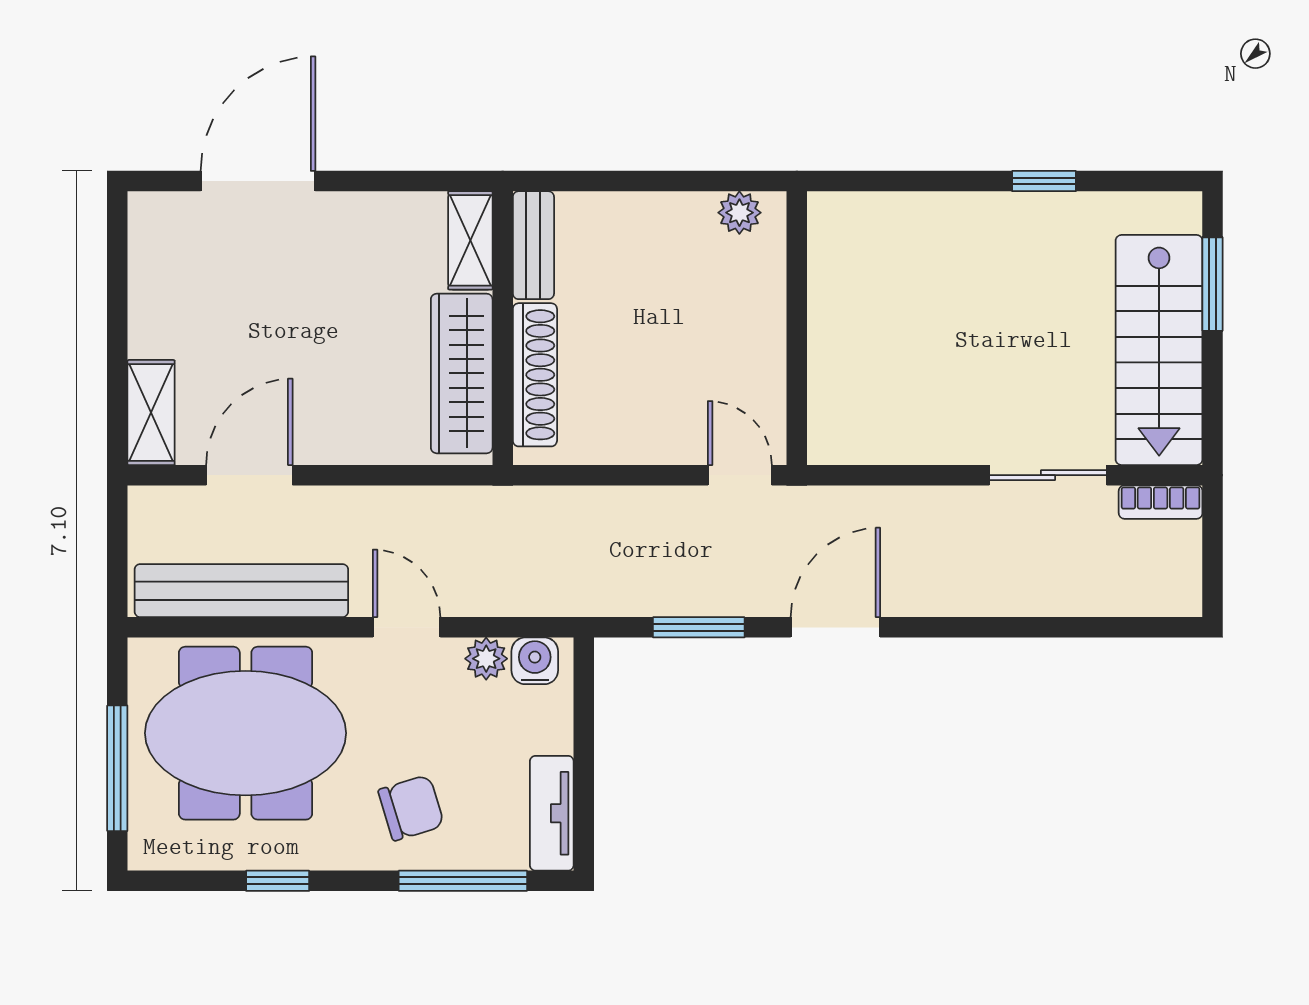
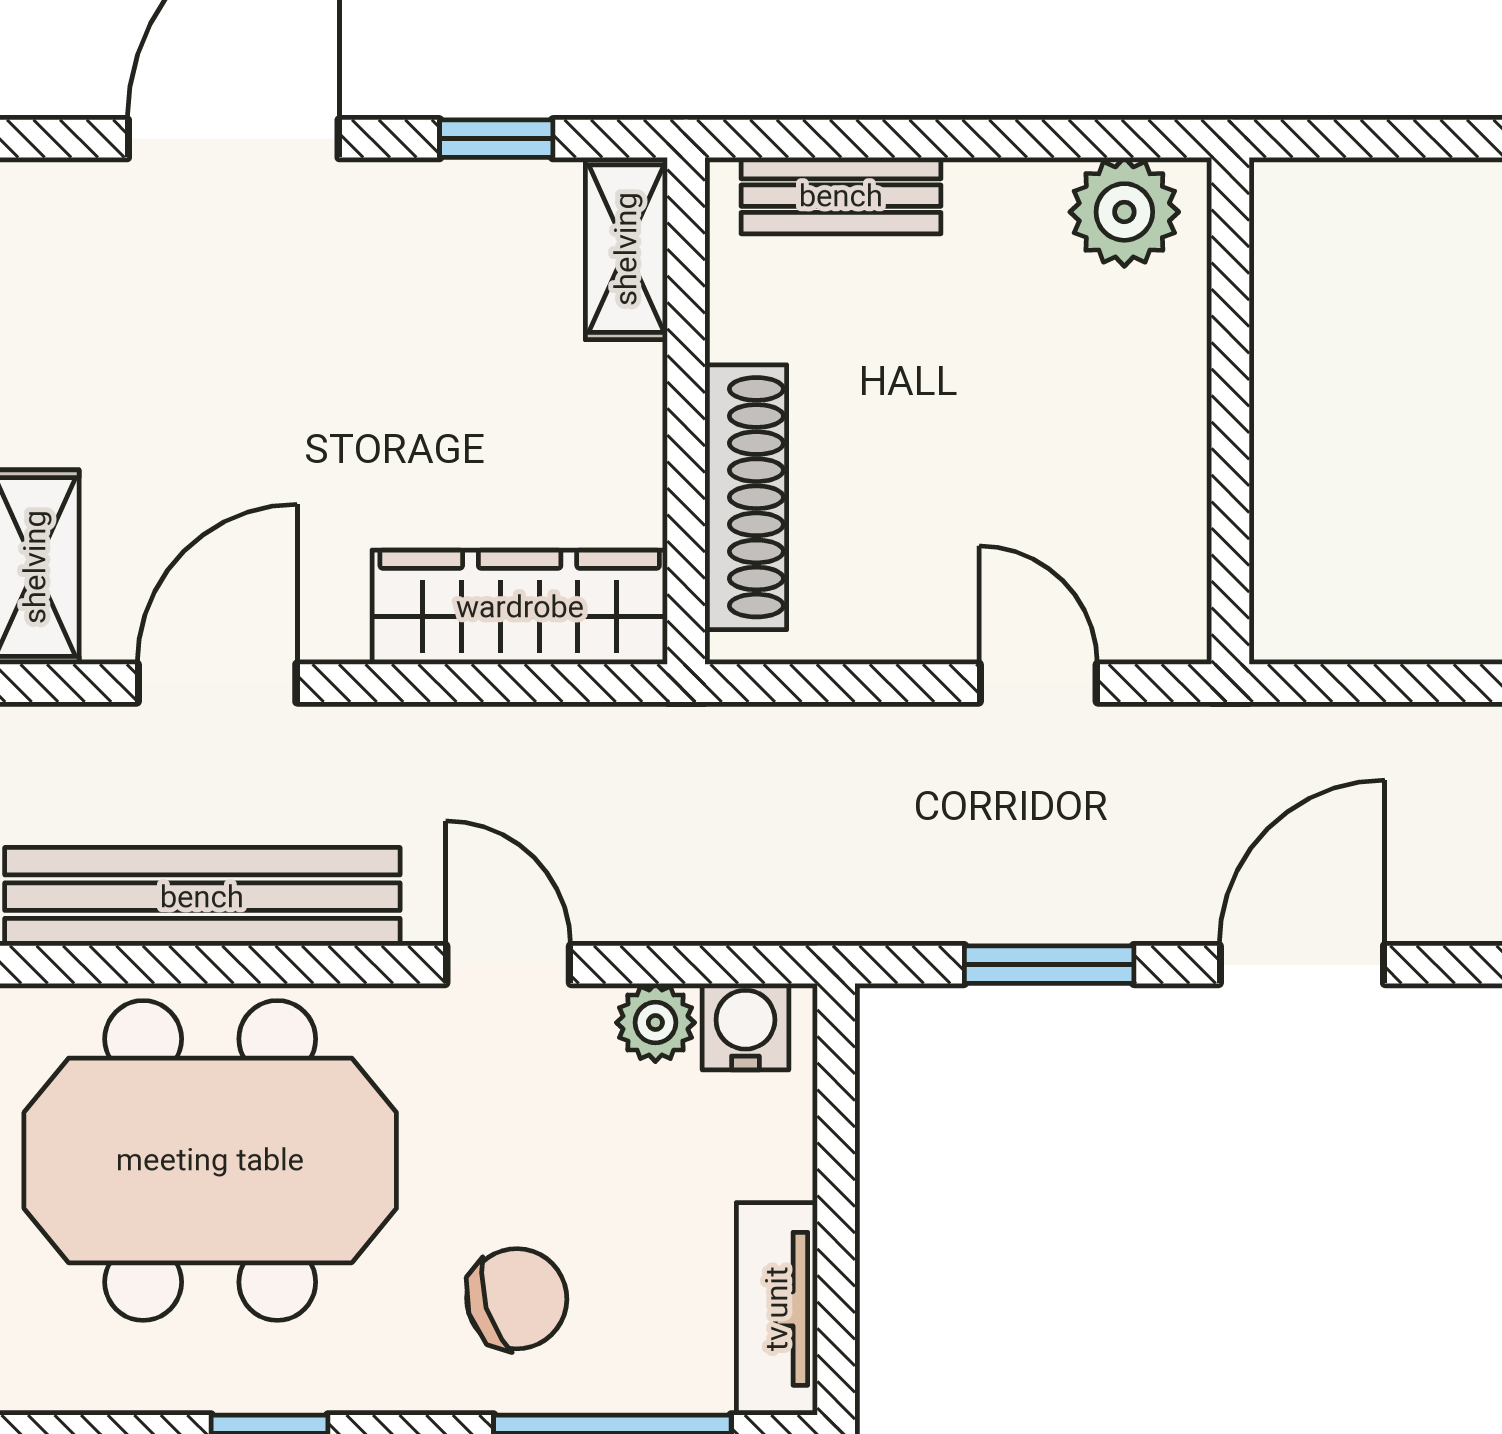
window: (400, 181) -> (496, 139), added
plant: (739, 213) -> (1124, 212), width x1.38, depth x1.38
bench: (533, 245) -> (841, 196), moved, turned 90
wardrobe: (462, 373) -> (520, 607), moved, turned 90
door: (740, 475) -> (1038, 683), moved

